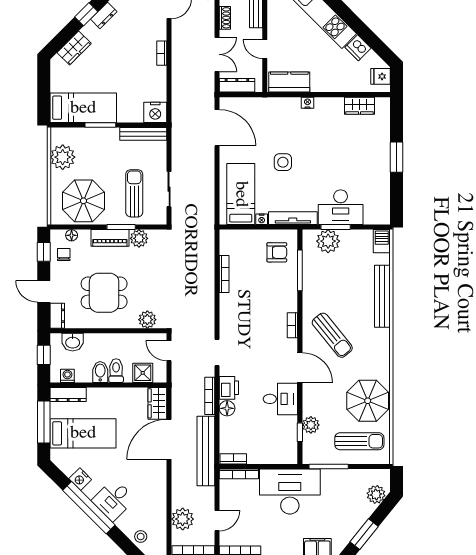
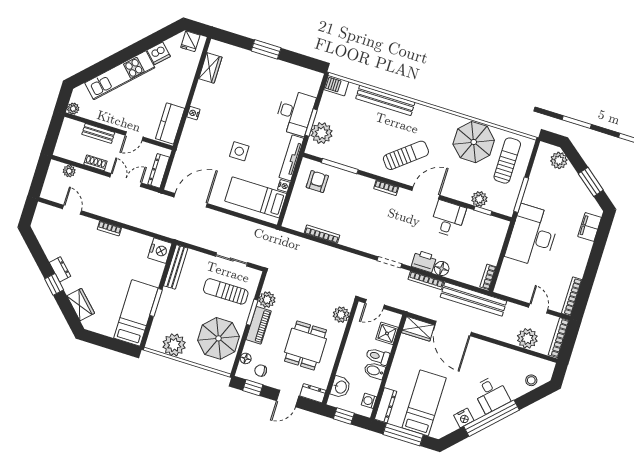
bookcase: (239, 474) -> (503, 276), removed

